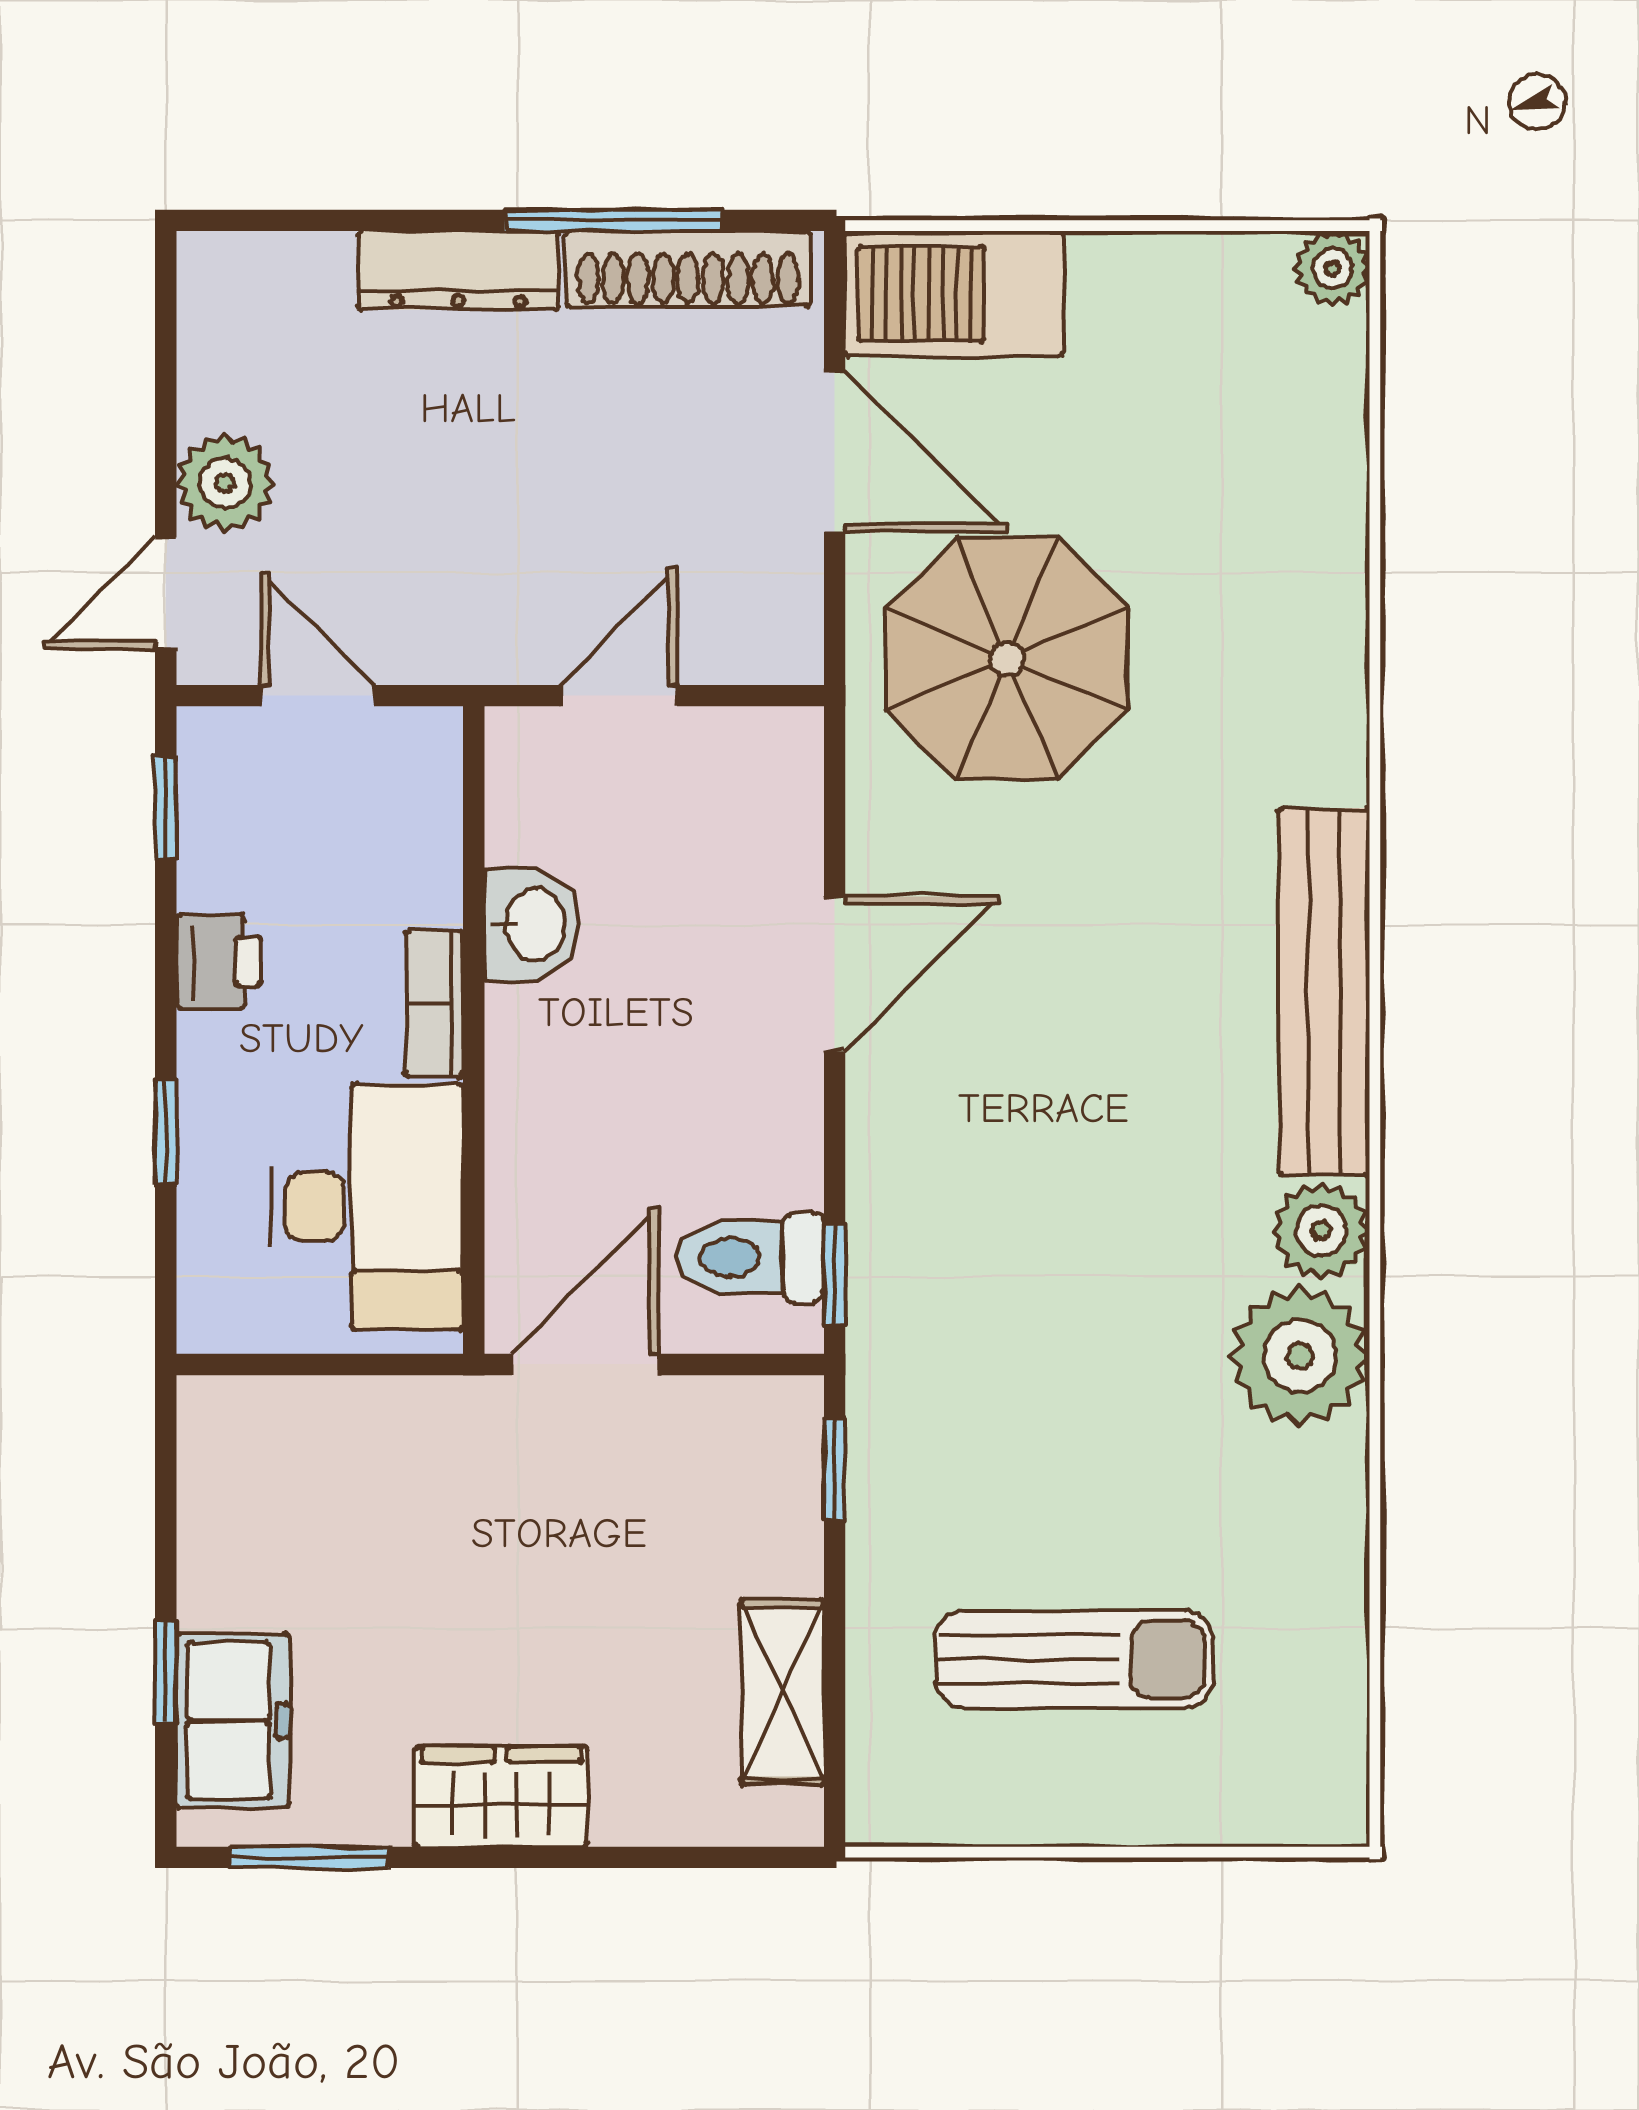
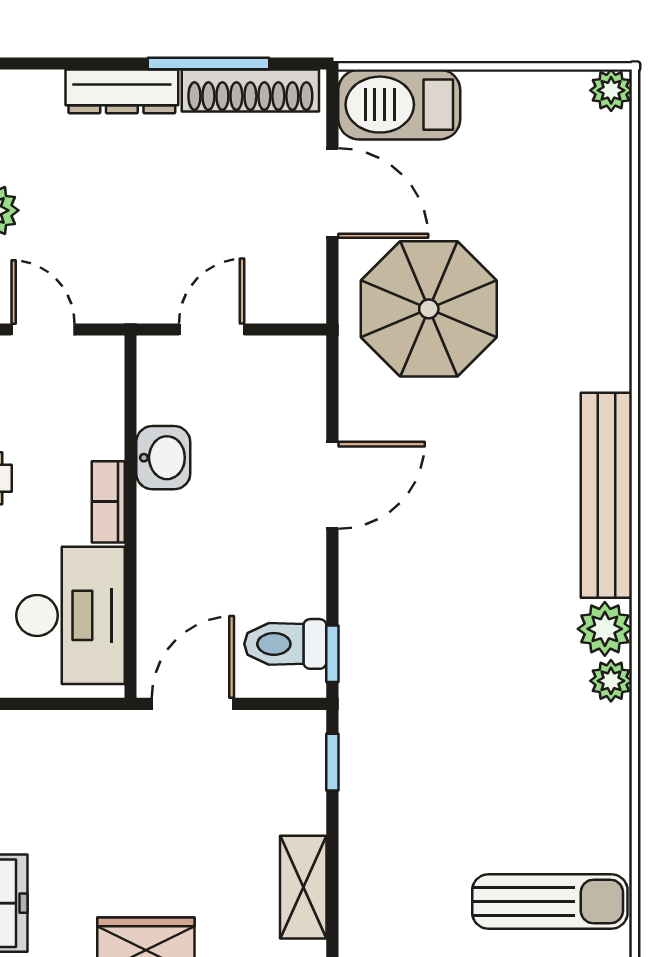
plant: (1300, 1356) -> (611, 681), width x0.53, depth x0.53
sun lounger: (1075, 1659) -> (550, 902), moved

